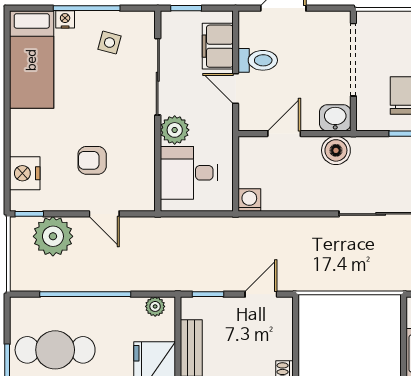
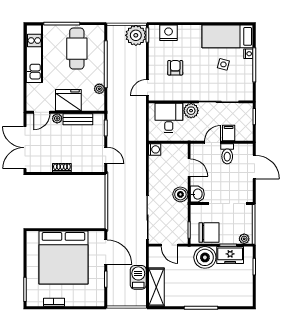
side table: (110, 43) -> (223, 64), moved
filing cabinet: (218, 46) -> (229, 133), width x0.50
door: (104, 214) -> (147, 88), moved
plant: (53, 236) -> (136, 35), moved
plant: (155, 306) -> (99, 89), moved

